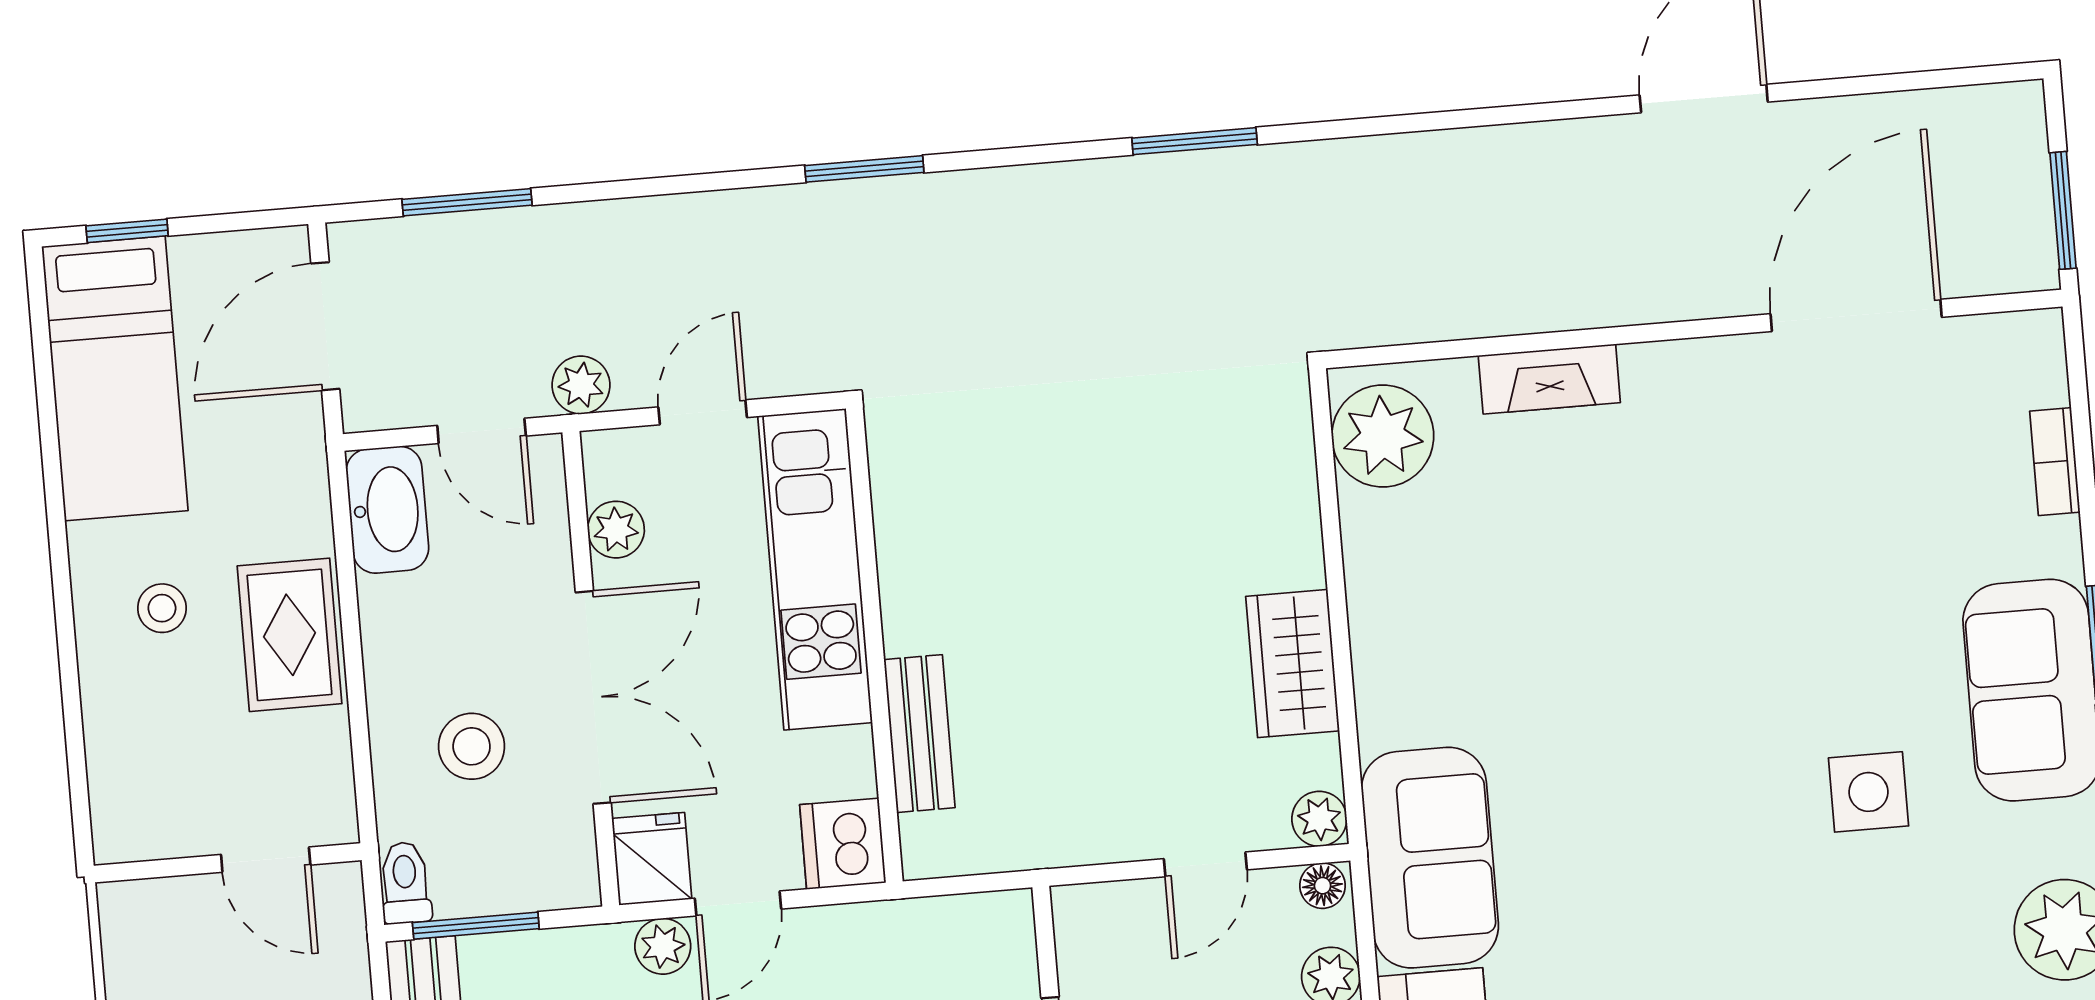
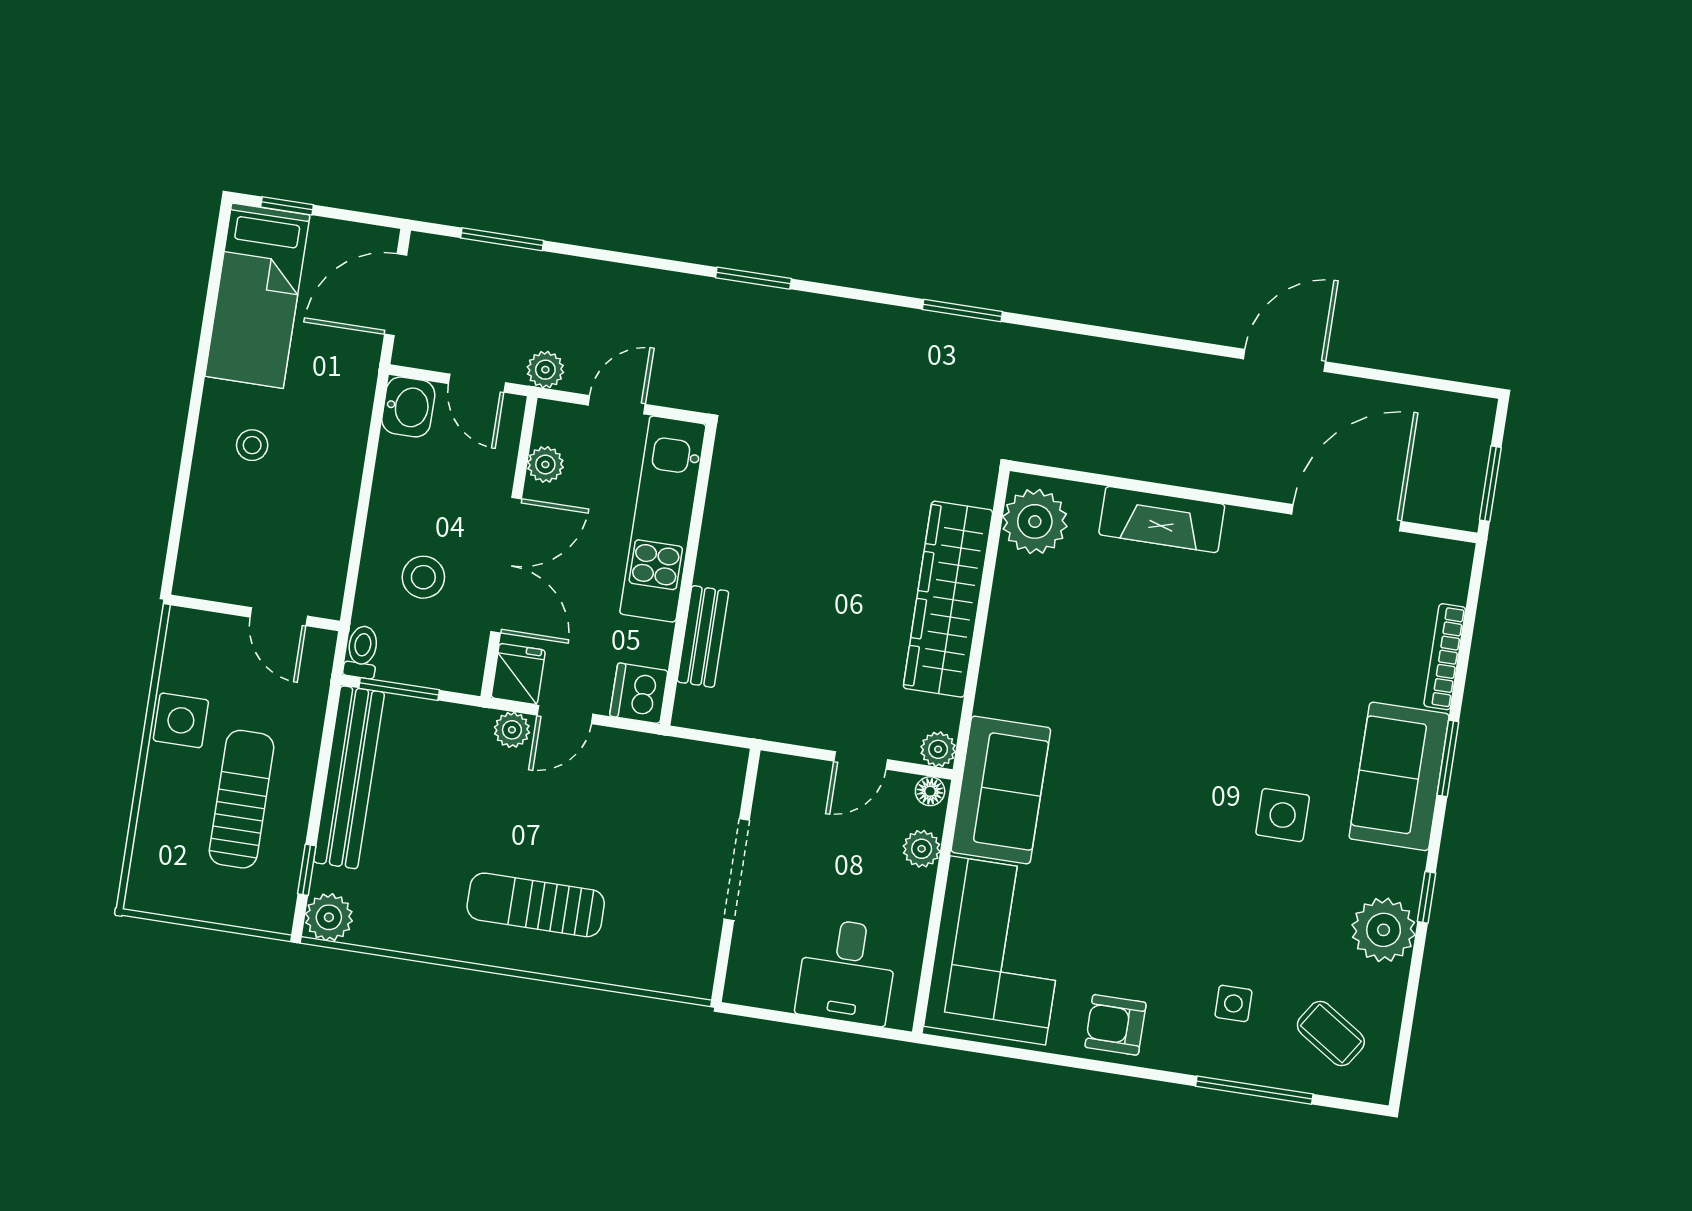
fireplace: (1549, 379) -> (1162, 520), width x1.37, depth x1.32
bookcase: (2055, 462) -> (1445, 657), width x1.56
washbasin: (387, 510) -> (408, 407), width x0.72
rug: (290, 635) -> (327, 481), removed
wardrobe: (1293, 664) -> (948, 599), width x2.10, depth x1.17

